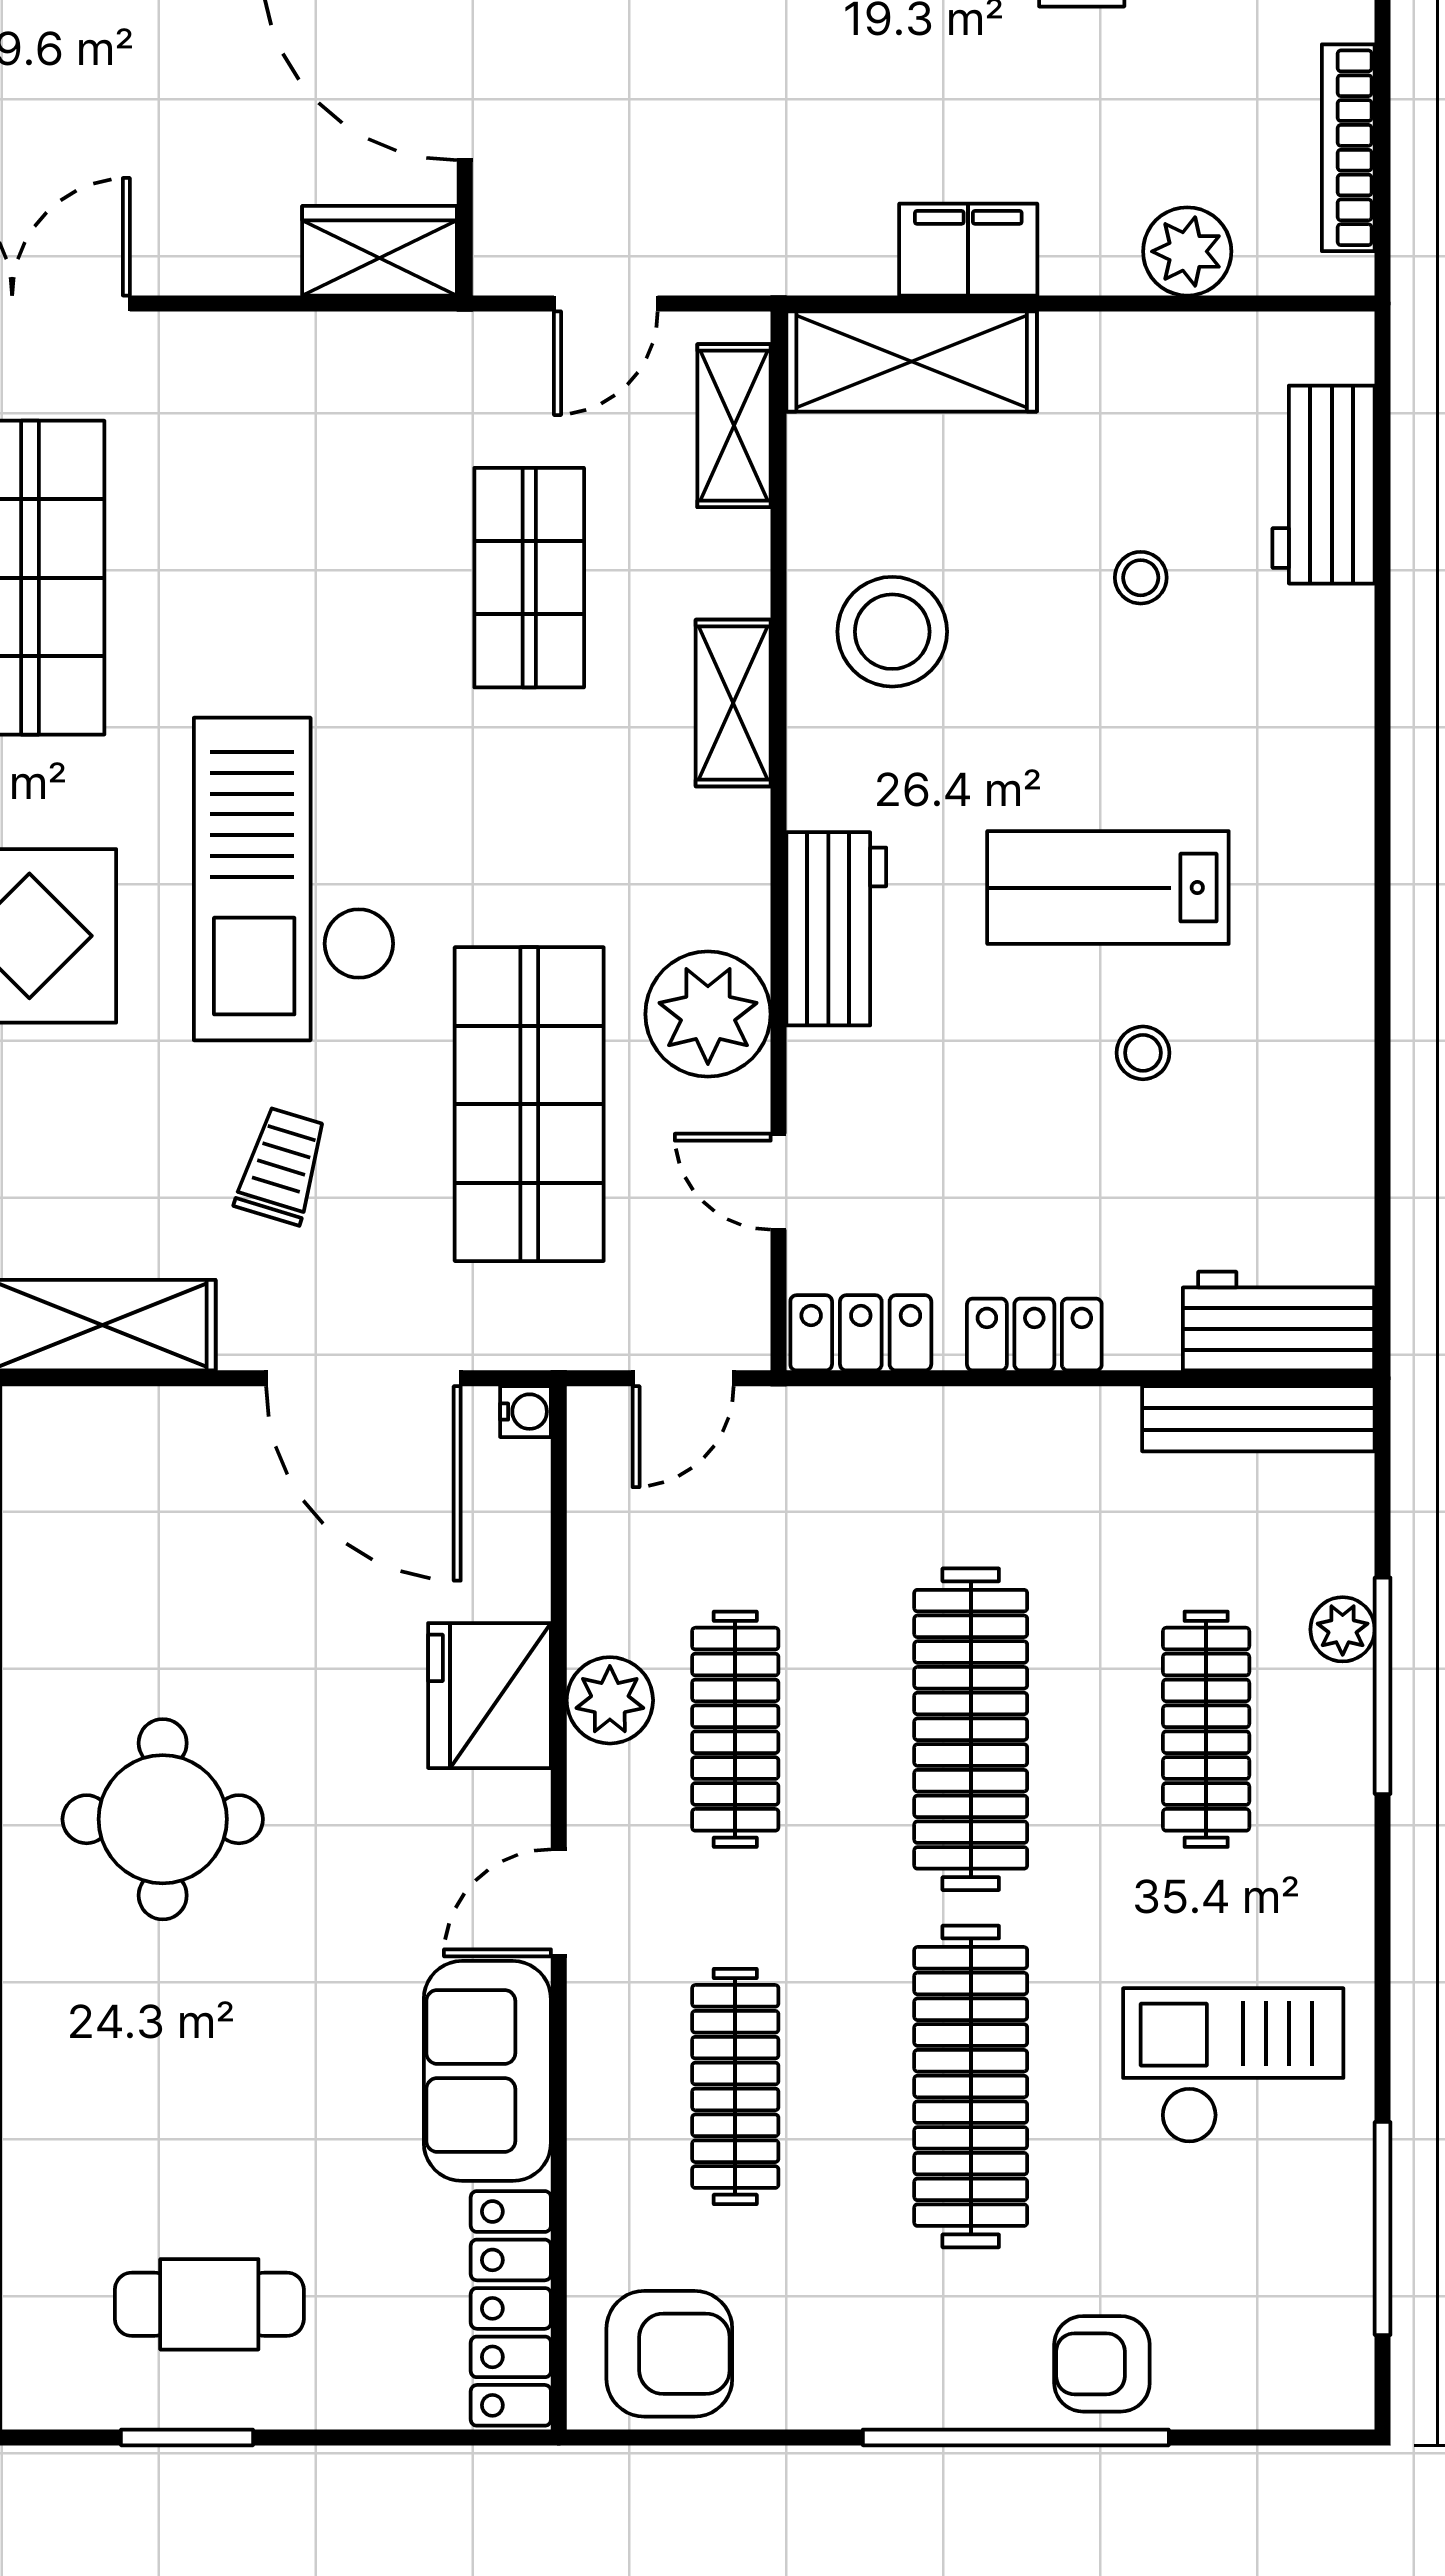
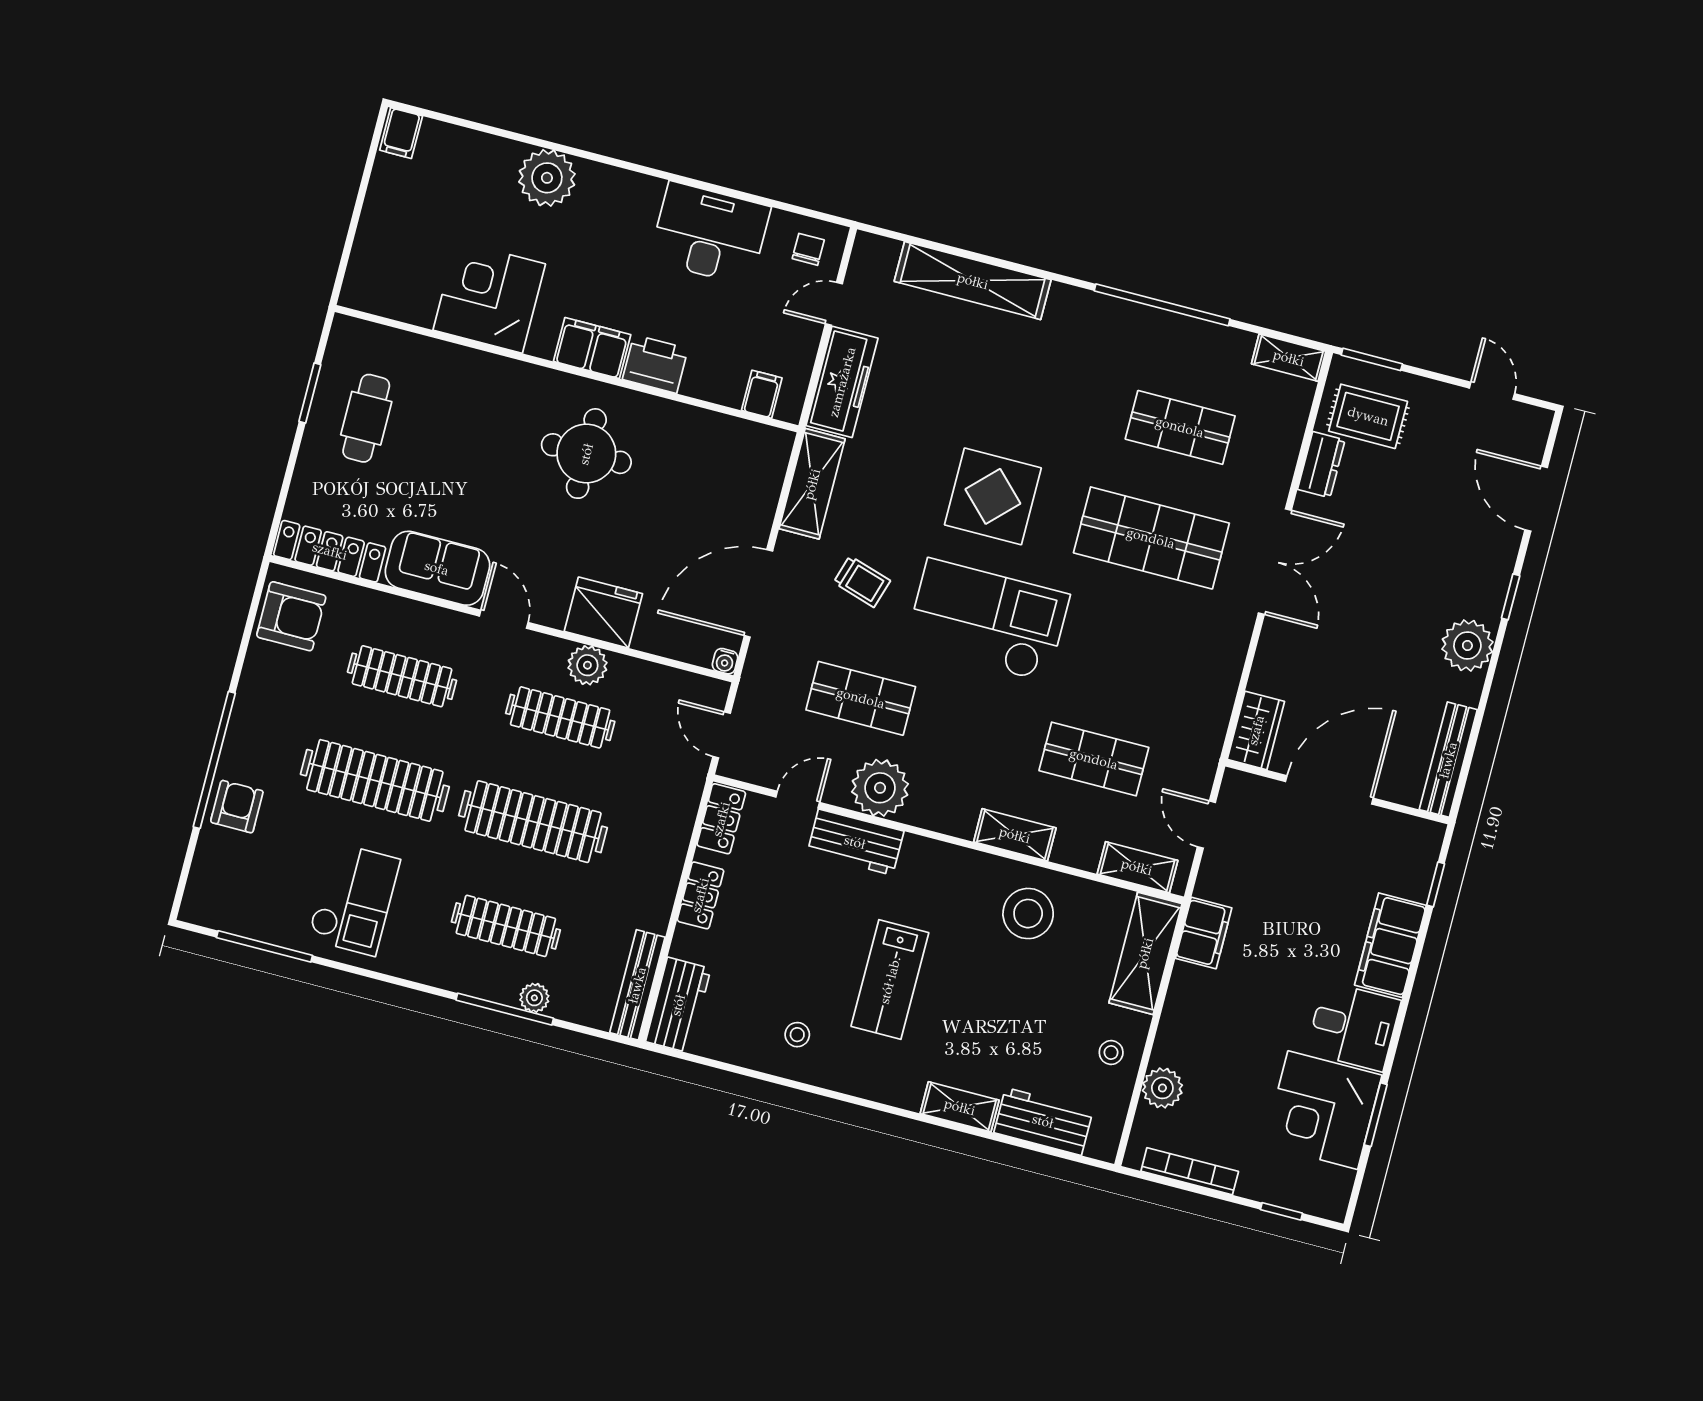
filing cabinet: (968, 250) -> (1204, 933), moved
stool: (1141, 578) -> (1111, 1052), moved
shelving: (1339, 670) -> (960, 1107), added
lab bench: (1108, 888) -> (890, 980), turned 180
workbench: (836, 929) -> (855, 842), moved
stool: (1143, 1053) -> (797, 1035), moved
shop shelf: (529, 1104) -> (861, 698), width x0.70, depth x0.74
armchair: (669, 2354) -> (291, 616), turned -90

